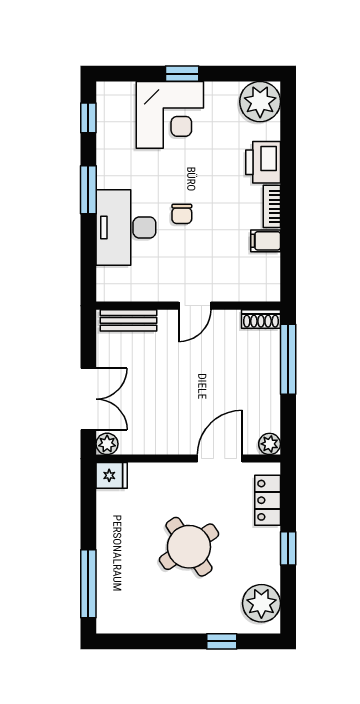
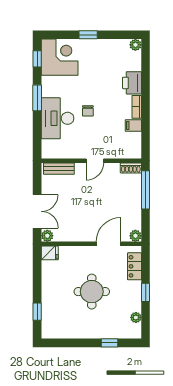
plant: (260, 102) -> (135, 45), width x0.53, depth x0.53
corner desk: (170, 115) -> (60, 57), moved, turned -90
round table: (189, 547) -> (92, 292), turned 34
window: (88, 584) -> (37, 312), width x0.46
plant: (261, 603) -> (136, 317), width x0.53, depth x0.53

